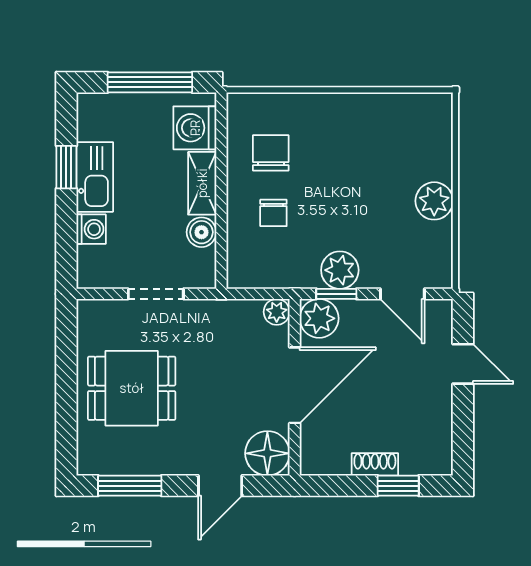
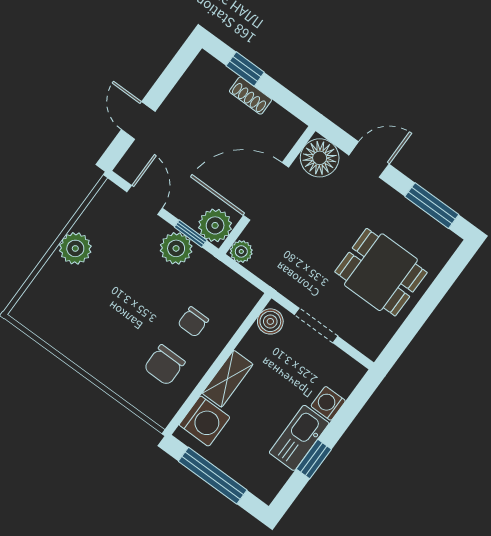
chair: (273, 213) -> (193, 322), turned 180
boiler: (201, 232) -> (270, 321), moved

